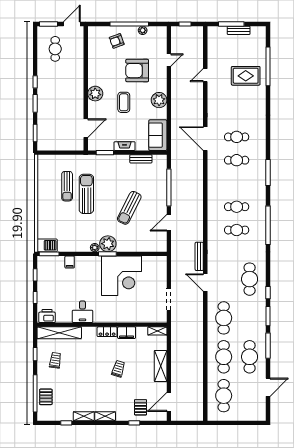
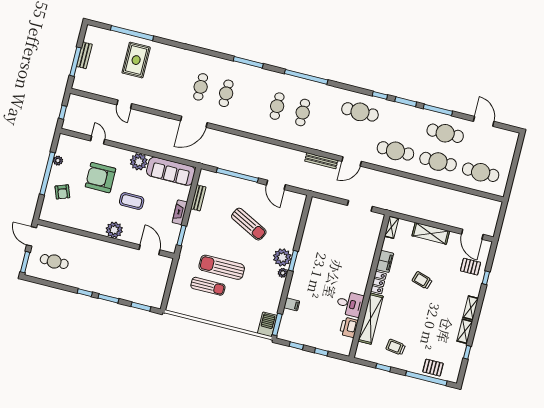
armchair: (137, 71) -> (100, 178), turned 90
sofa: (158, 135) -> (171, 171), width x1.36
corner desk: (121, 276) -> (321, 251), removed
printer: (47, 316) -> (349, 327), moved
shelving: (59, 333) -> (371, 319), moved

